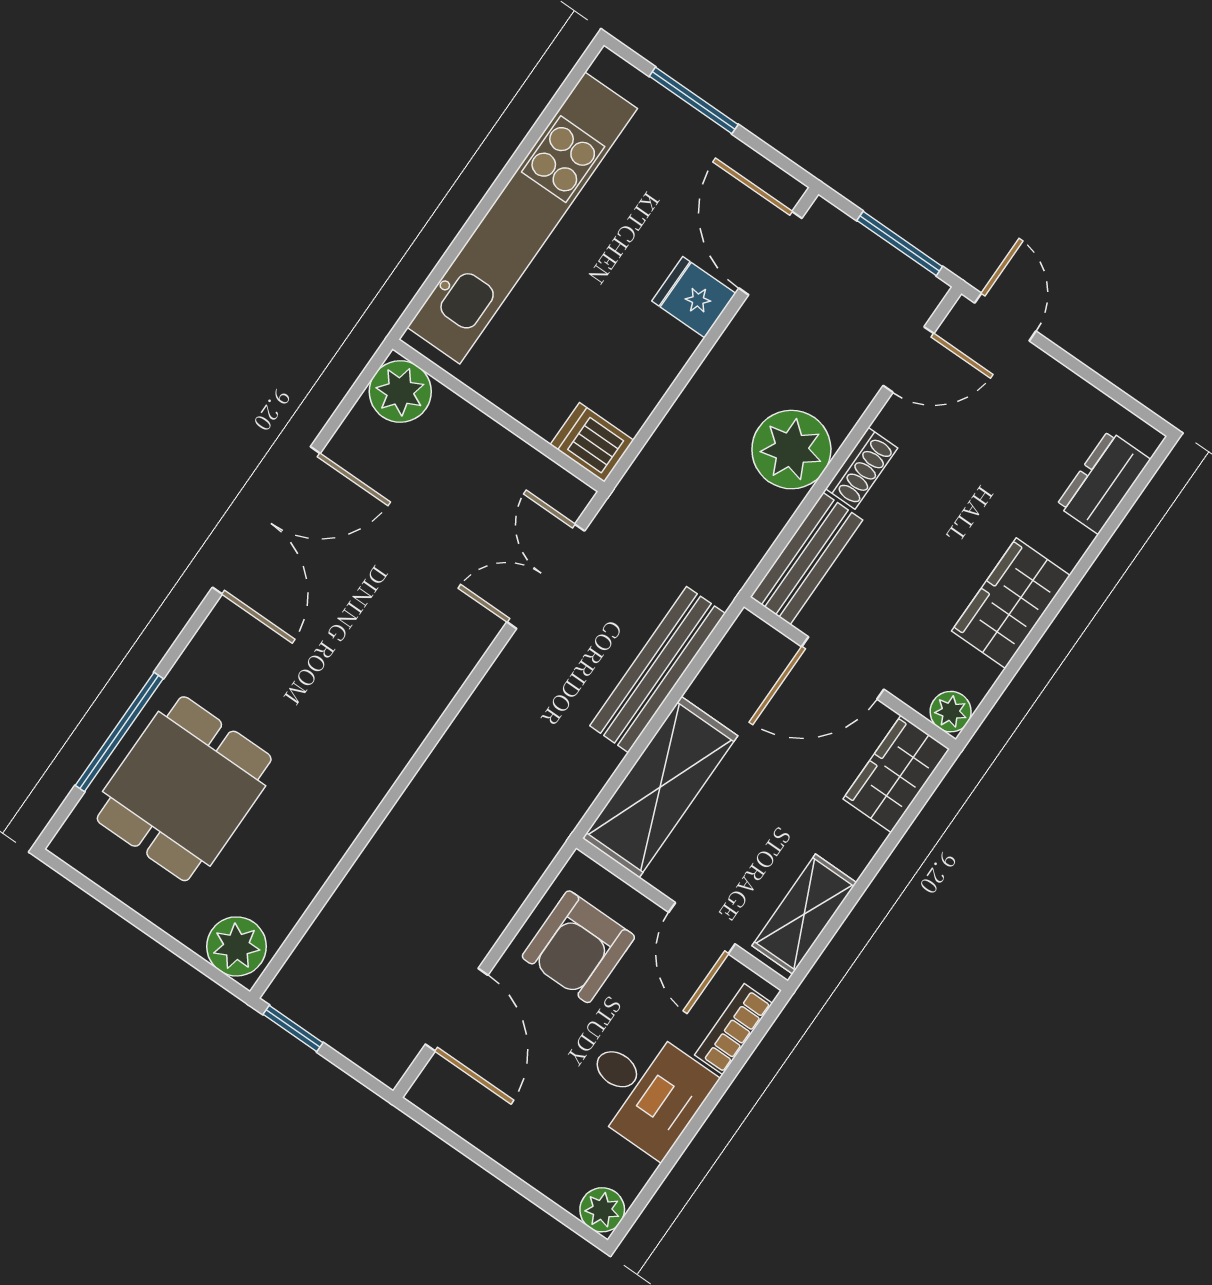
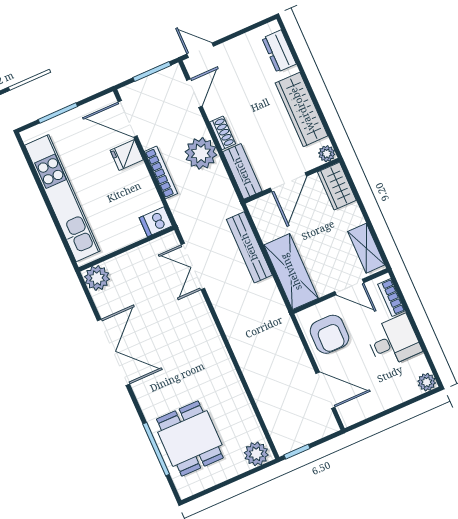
bookcase: (701, 391) -> (161, 172), added
wardrobe: (1011, 603) -> (302, 109), width x1.50

